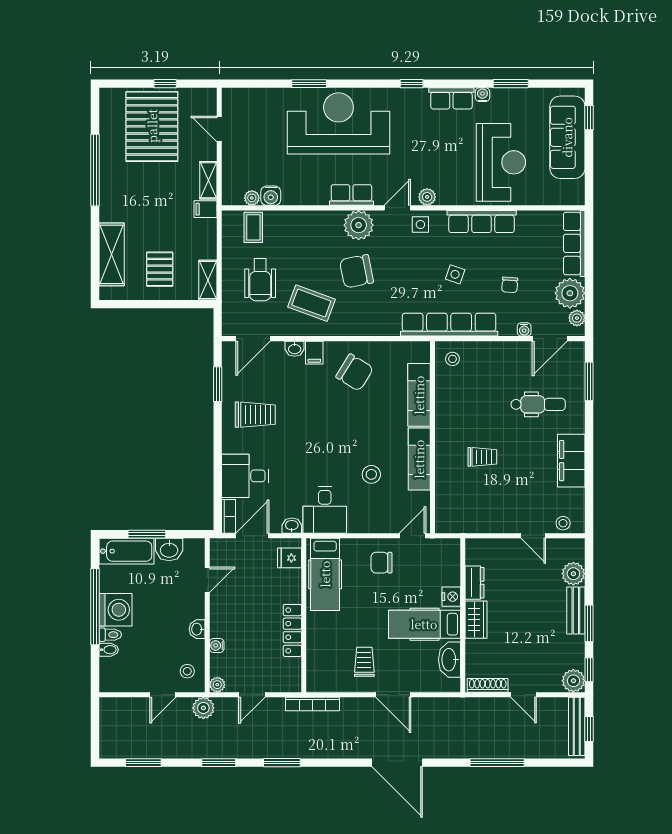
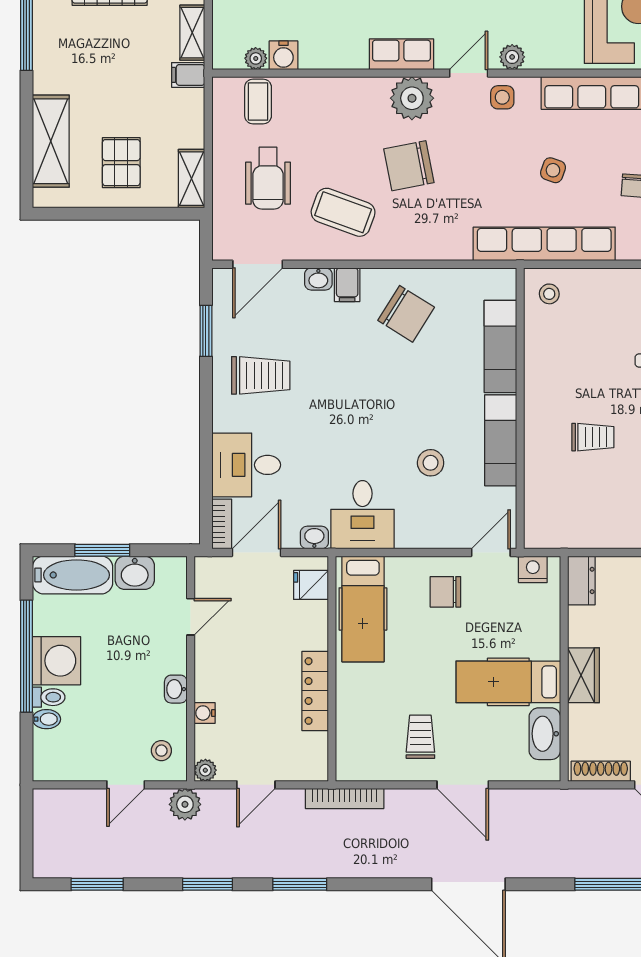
dresser: (474, 583) -> (581, 580), moved
nightstand: (451, 597) -> (533, 569), moved, turned -90

